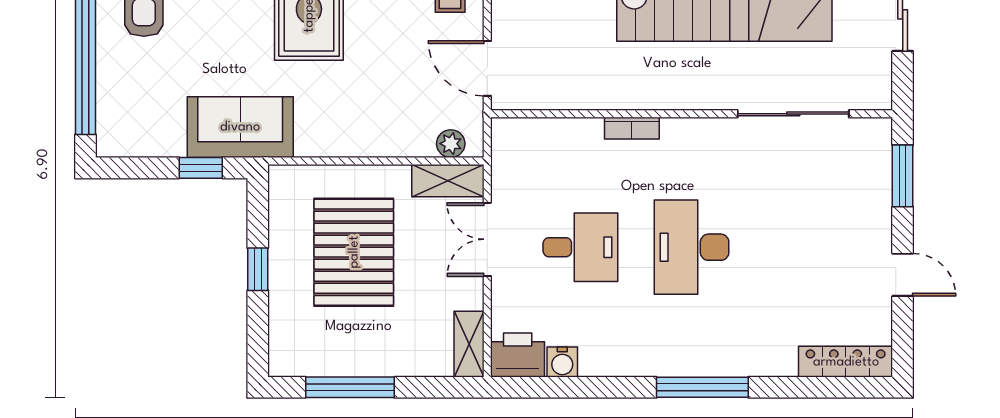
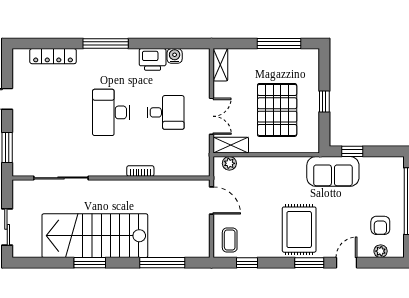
desk: (580, 247) -> (166, 112), turned 180
desk: (692, 247) -> (111, 112), turned 180
printer: (518, 355) -> (153, 59), moved
locker: (846, 362) -> (53, 56), moved

